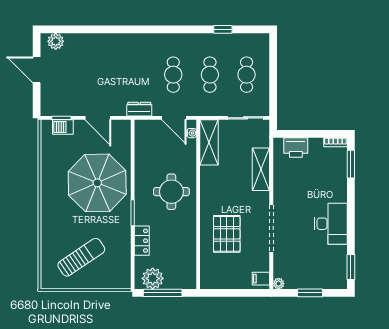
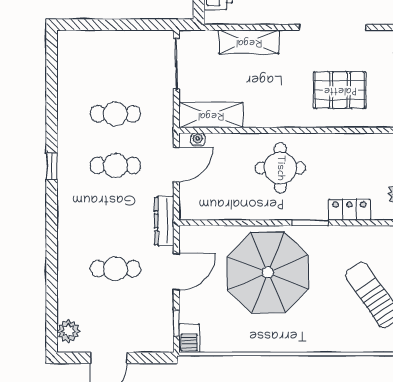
window: (223, 29) -> (52, 166), moved
cafe table: (247, 75) -> (115, 269), moved
dresser: (139, 109) -> (164, 221), width x1.44
barbecue: (63, 127) -> (189, 338), moved

